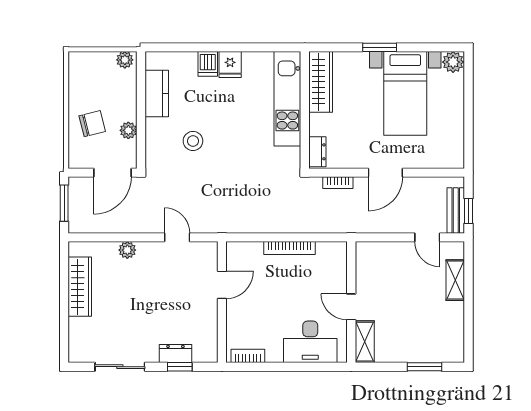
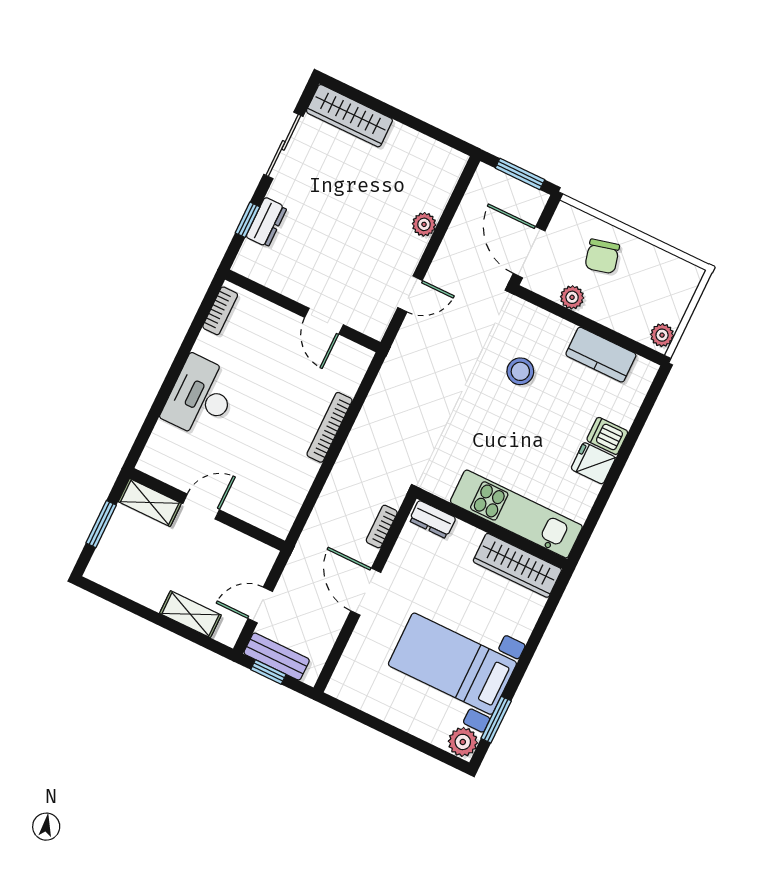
window: (380, 47) -> (496, 720), moved
wardrobe: (80, 287) -> (349, 116), moved
wall: (351, 302) -> (207, 509), moved
door: (351, 307) -> (201, 507), moved
shelving: (365, 342) -> (150, 502), moved

